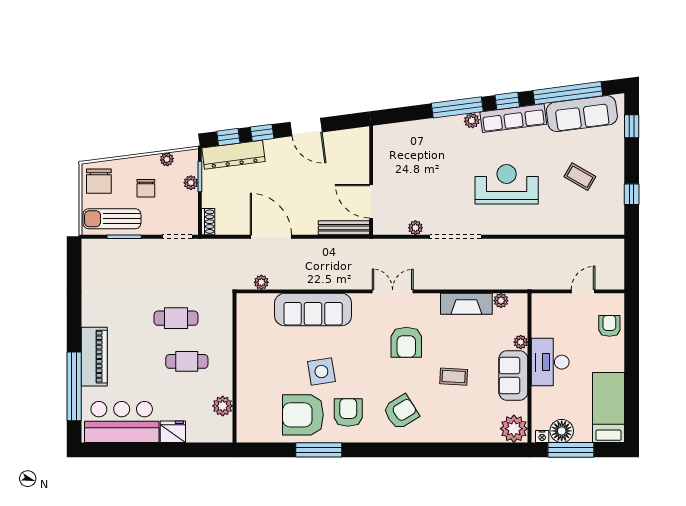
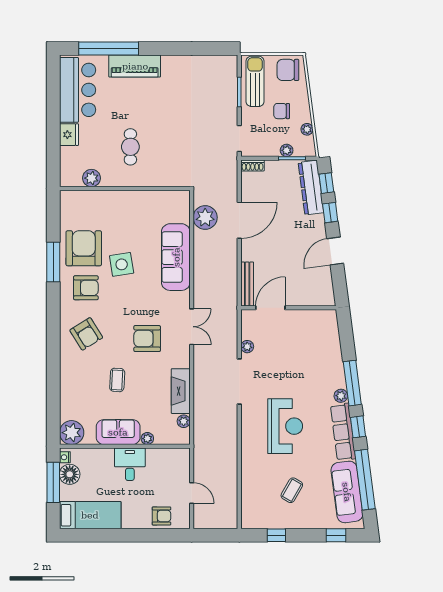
plant: (261, 282) -> (205, 217), width x1.88, depth x1.88
cafe table: (176, 318) -> (168, 137), removed
desk: (550, 362) -> (130, 464), width x0.73

